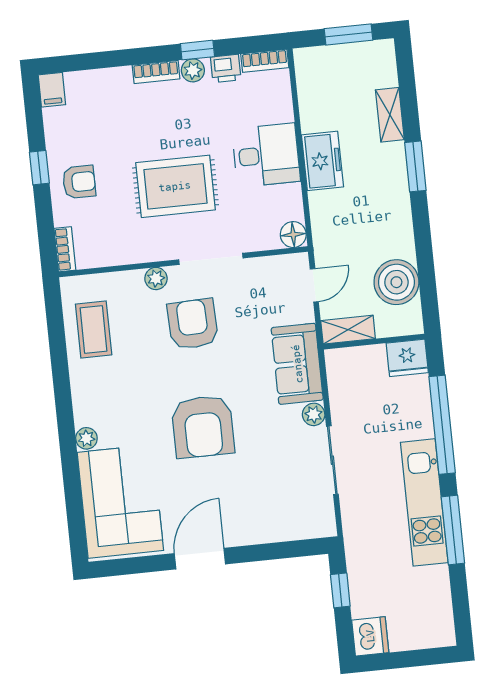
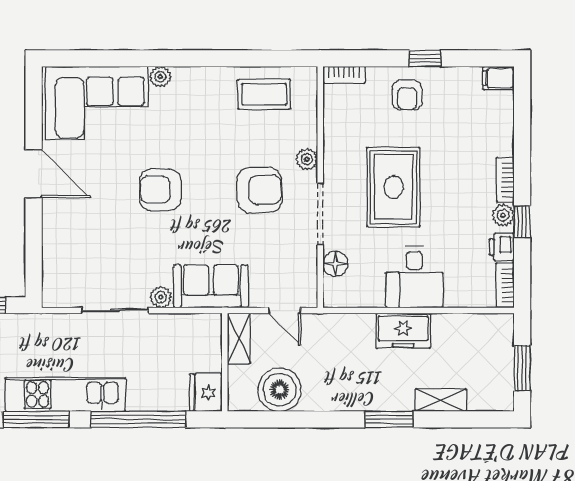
floor lamp: (293, 235) -> (335, 264), moved
armchair: (203, 427) -> (160, 190), width x0.73, depth x0.73

